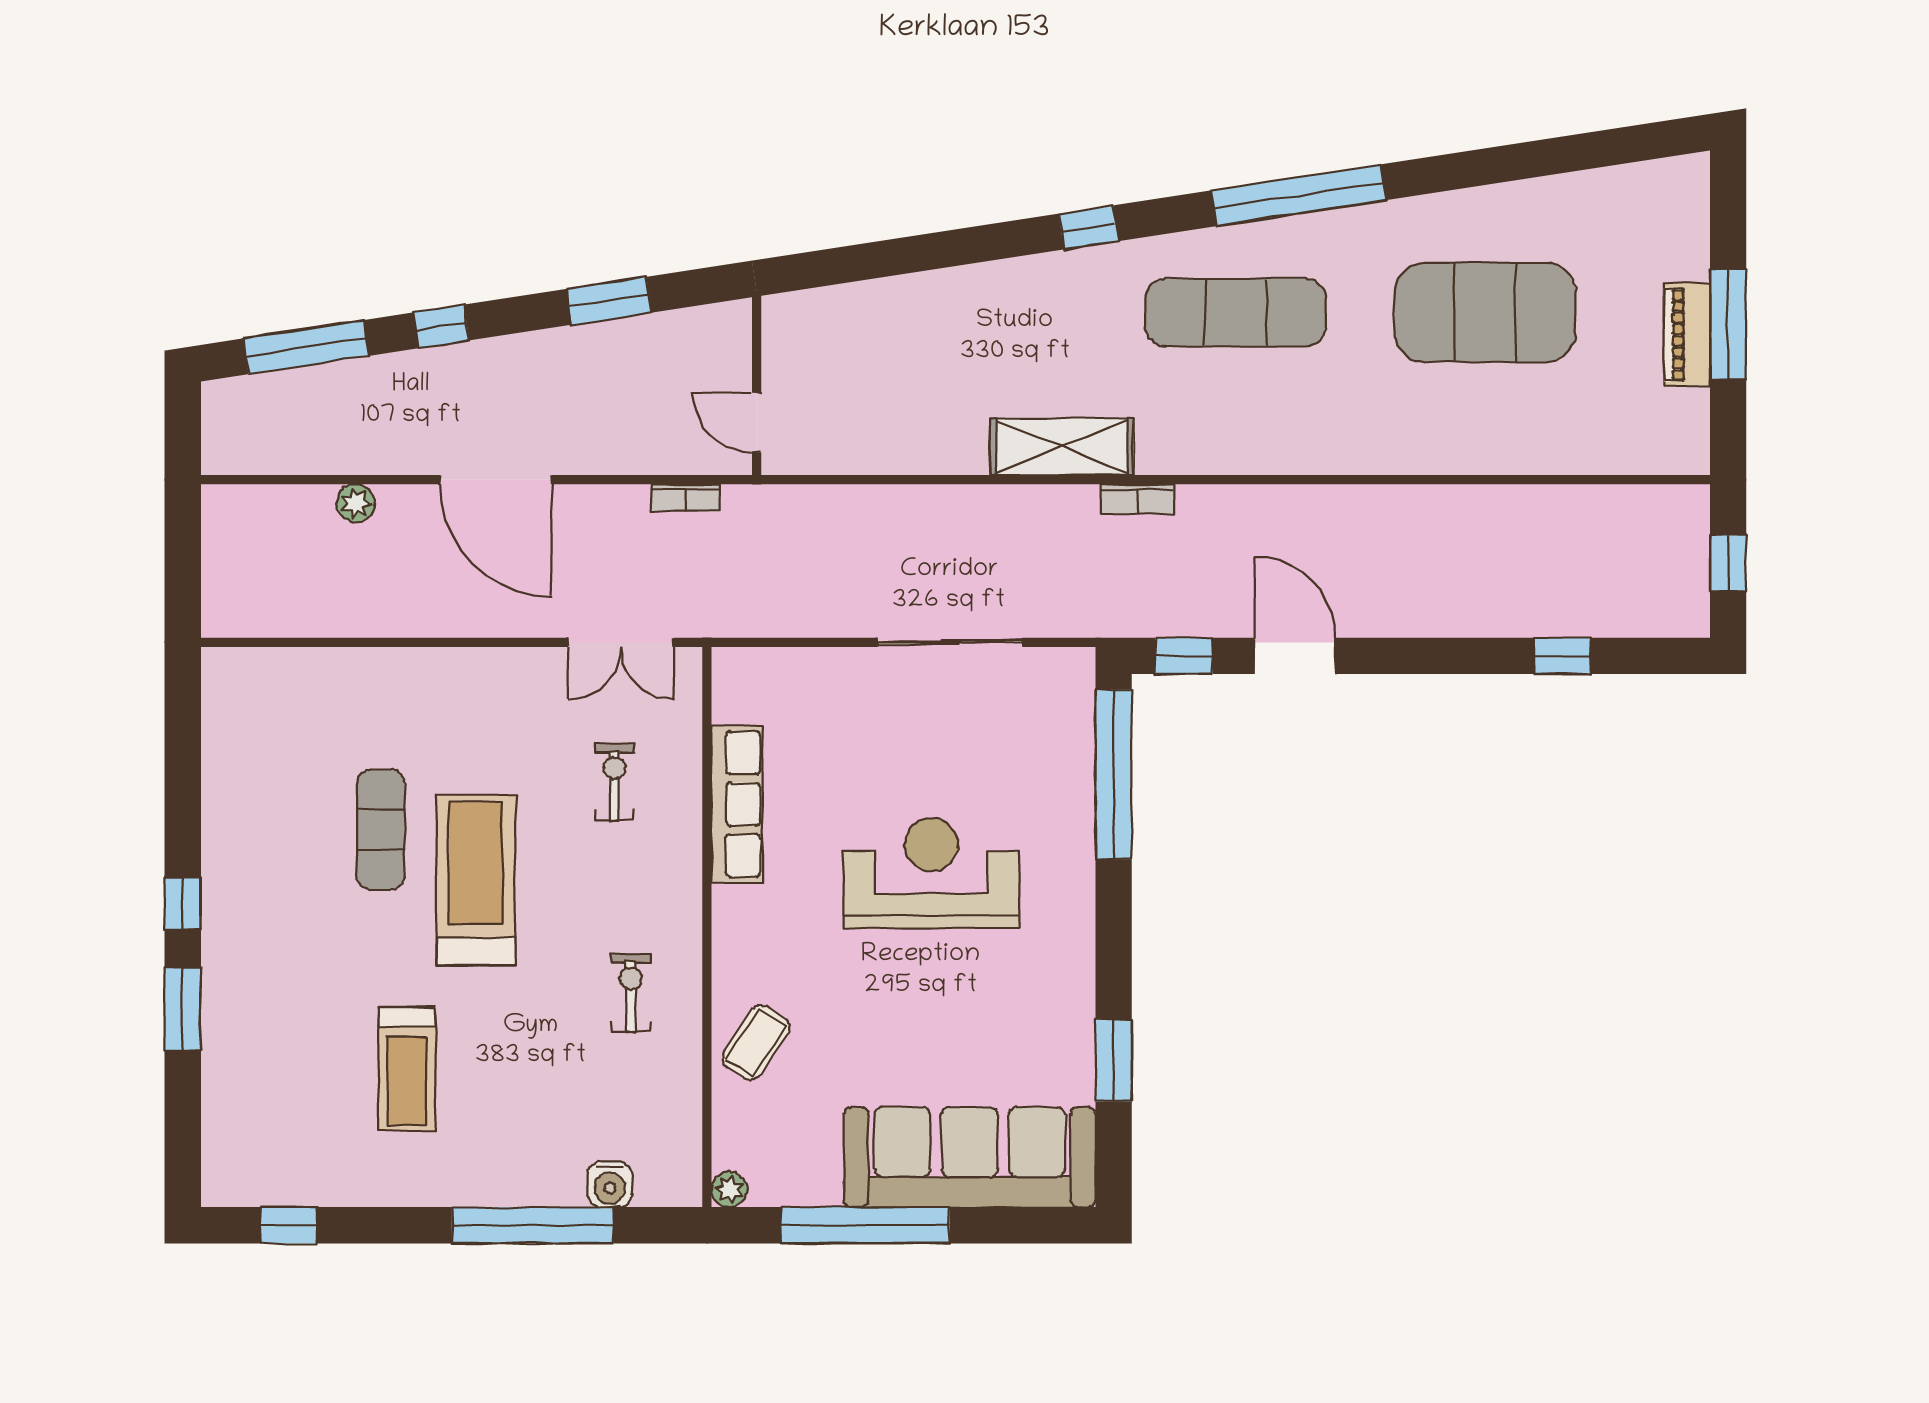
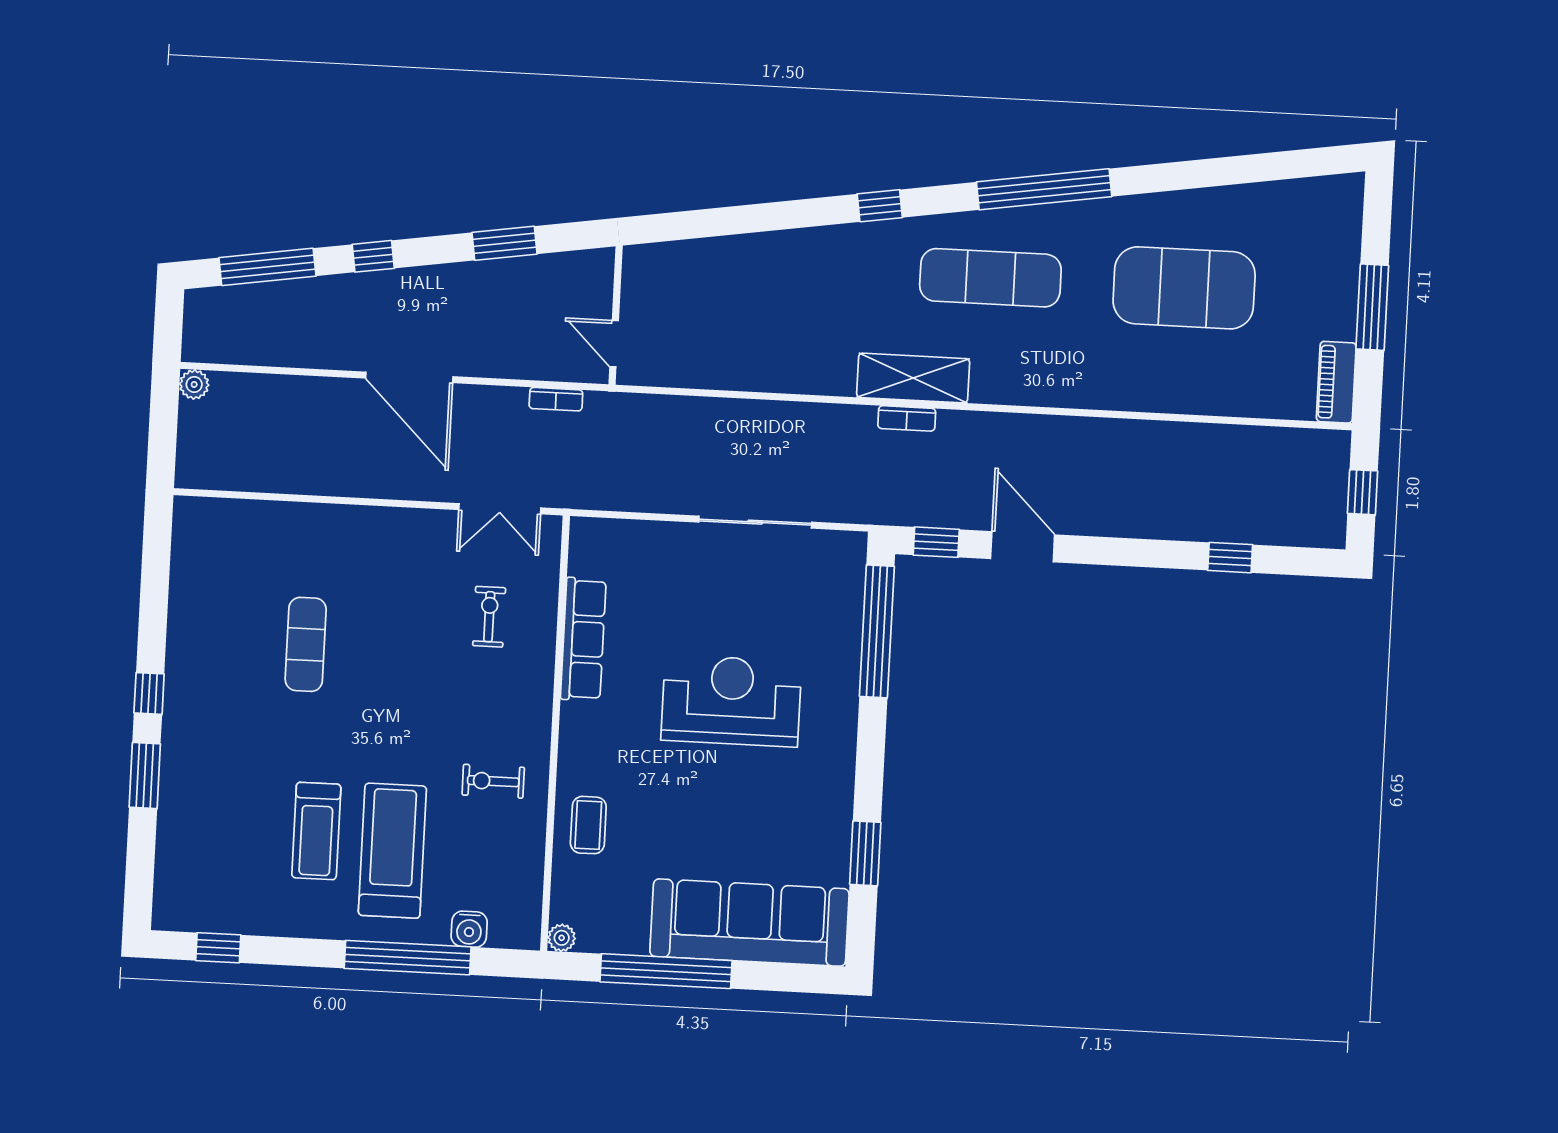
piano: (1687, 335) -> (1336, 382), moved
shelving: (1062, 446) -> (913, 378), moved
plant: (356, 503) -> (194, 384), moved
treadmill: (476, 880) -> (392, 851), moved
exercise bike: (631, 993) -> (493, 781), turned -90
coffee table: (756, 1043) -> (588, 825), turned -34

